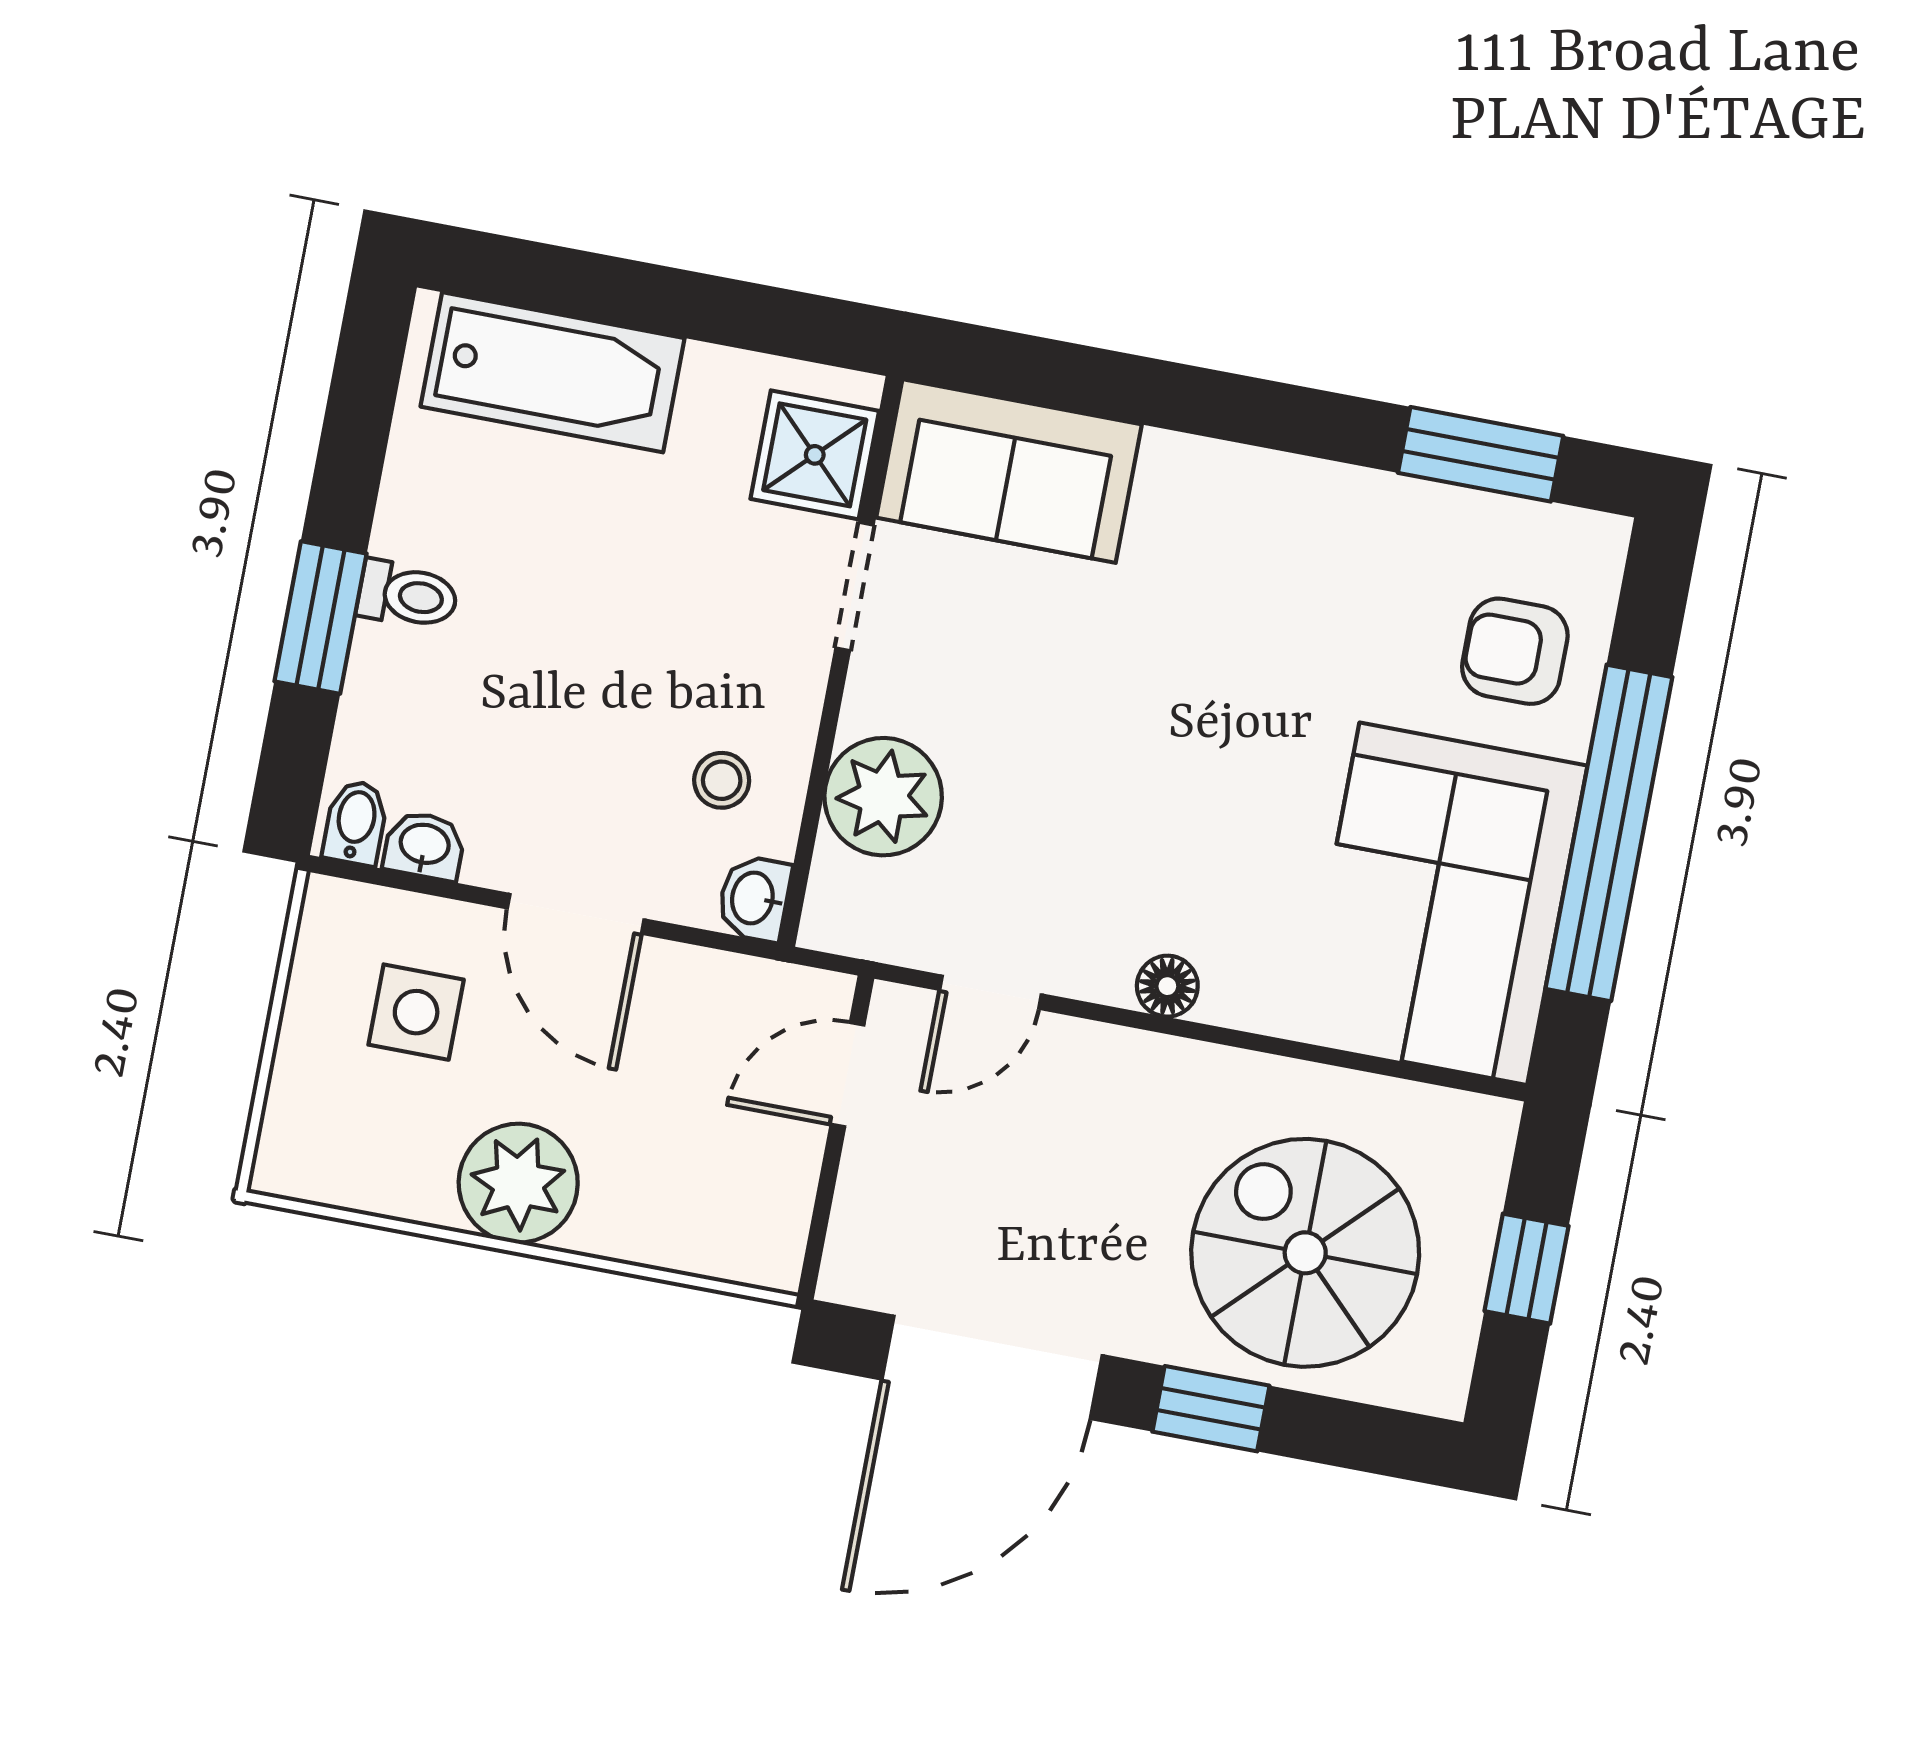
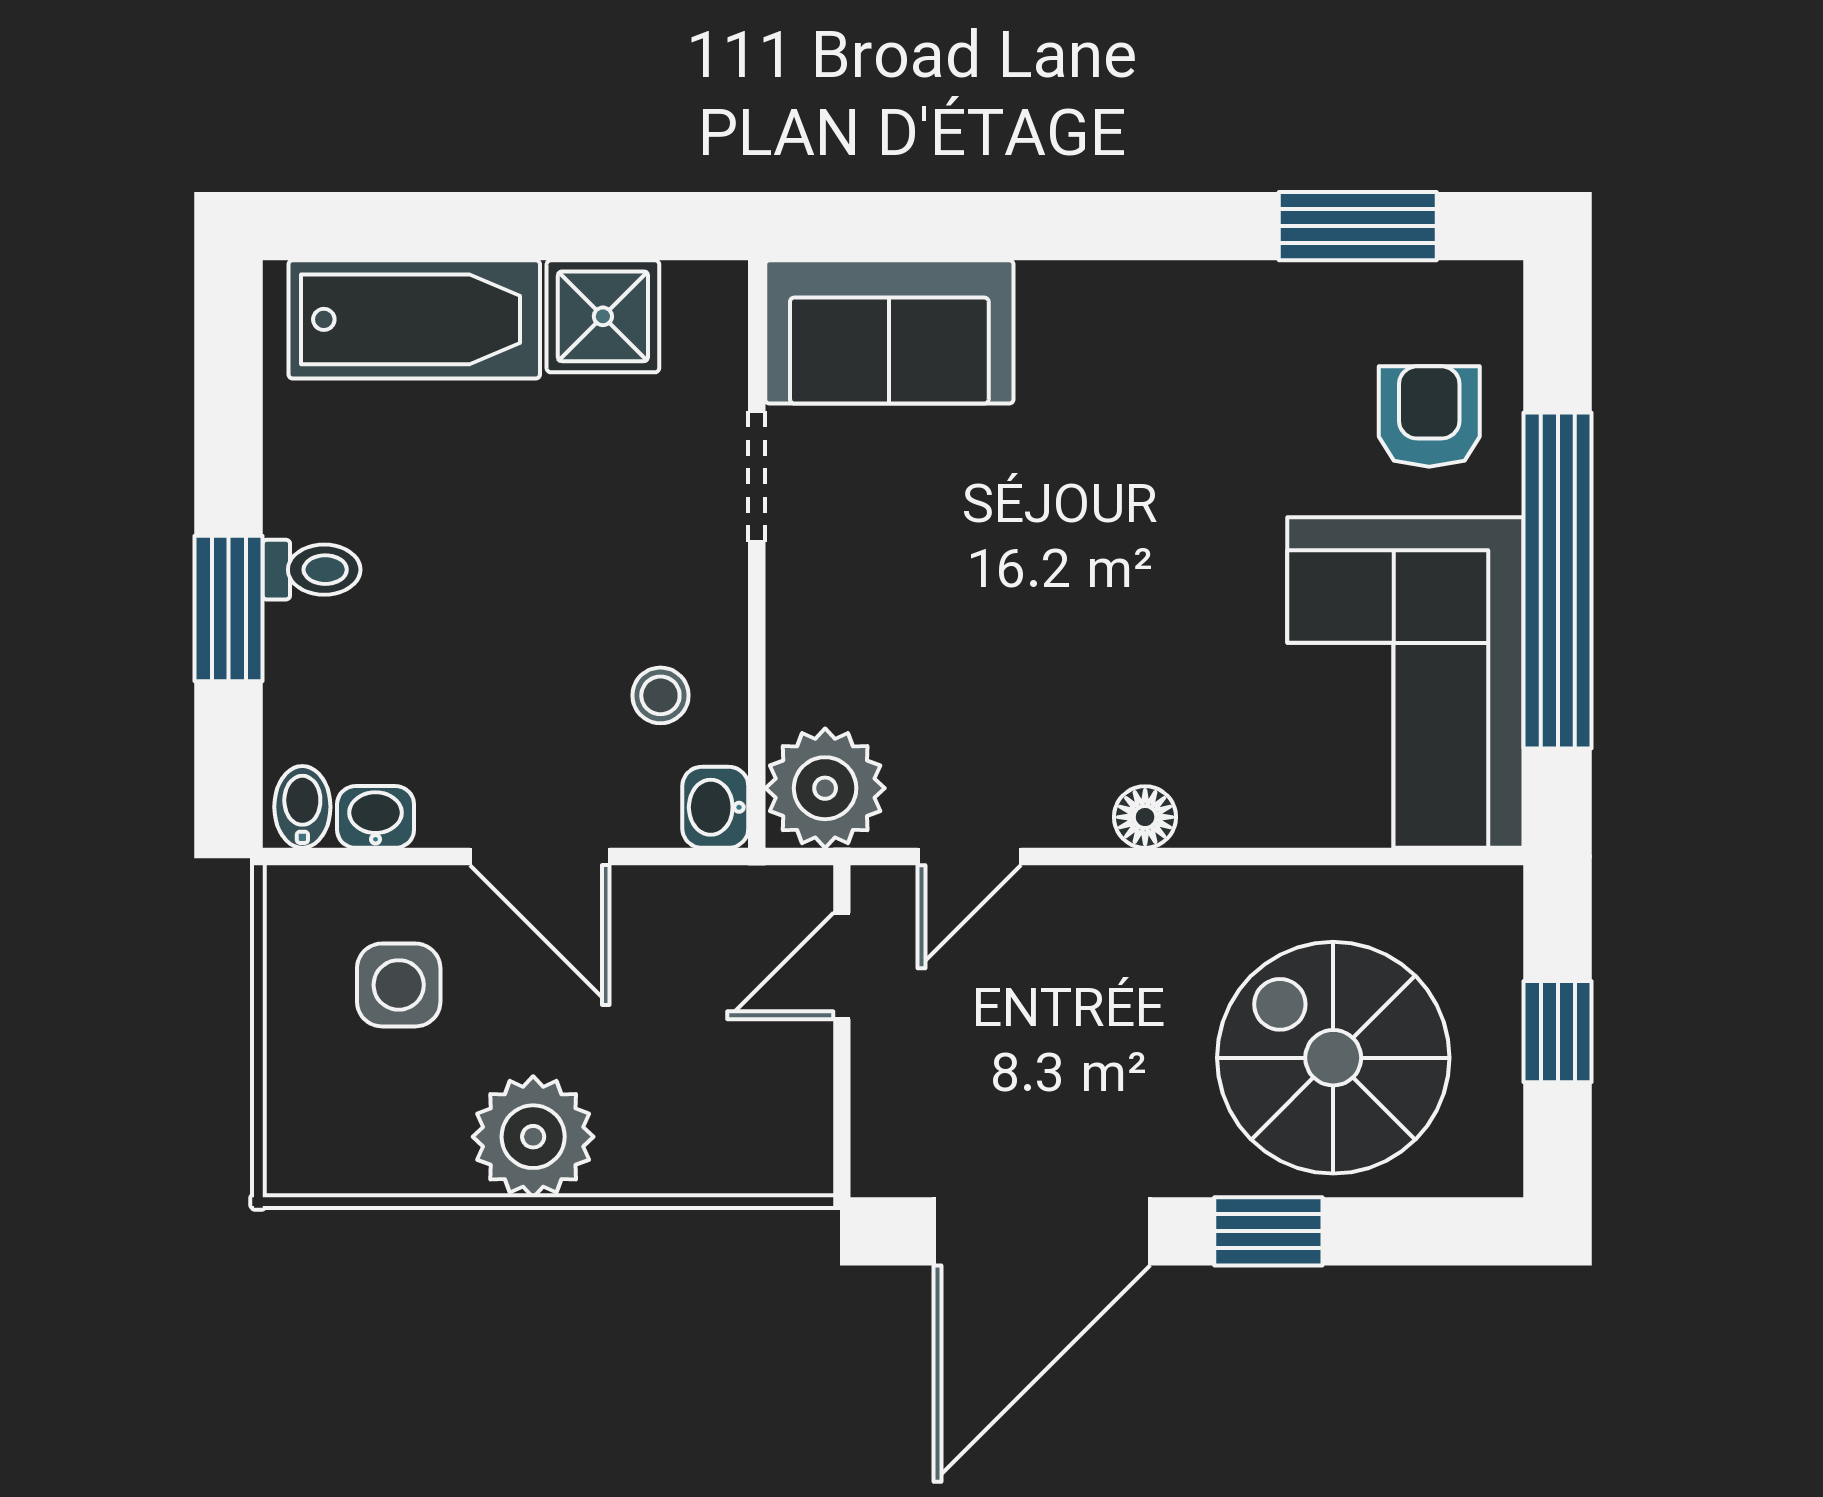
shower: (815, 455) -> (603, 316), moved
armchair: (1515, 651) -> (1429, 417), turned 90
plant: (883, 797) -> (825, 788), moved

